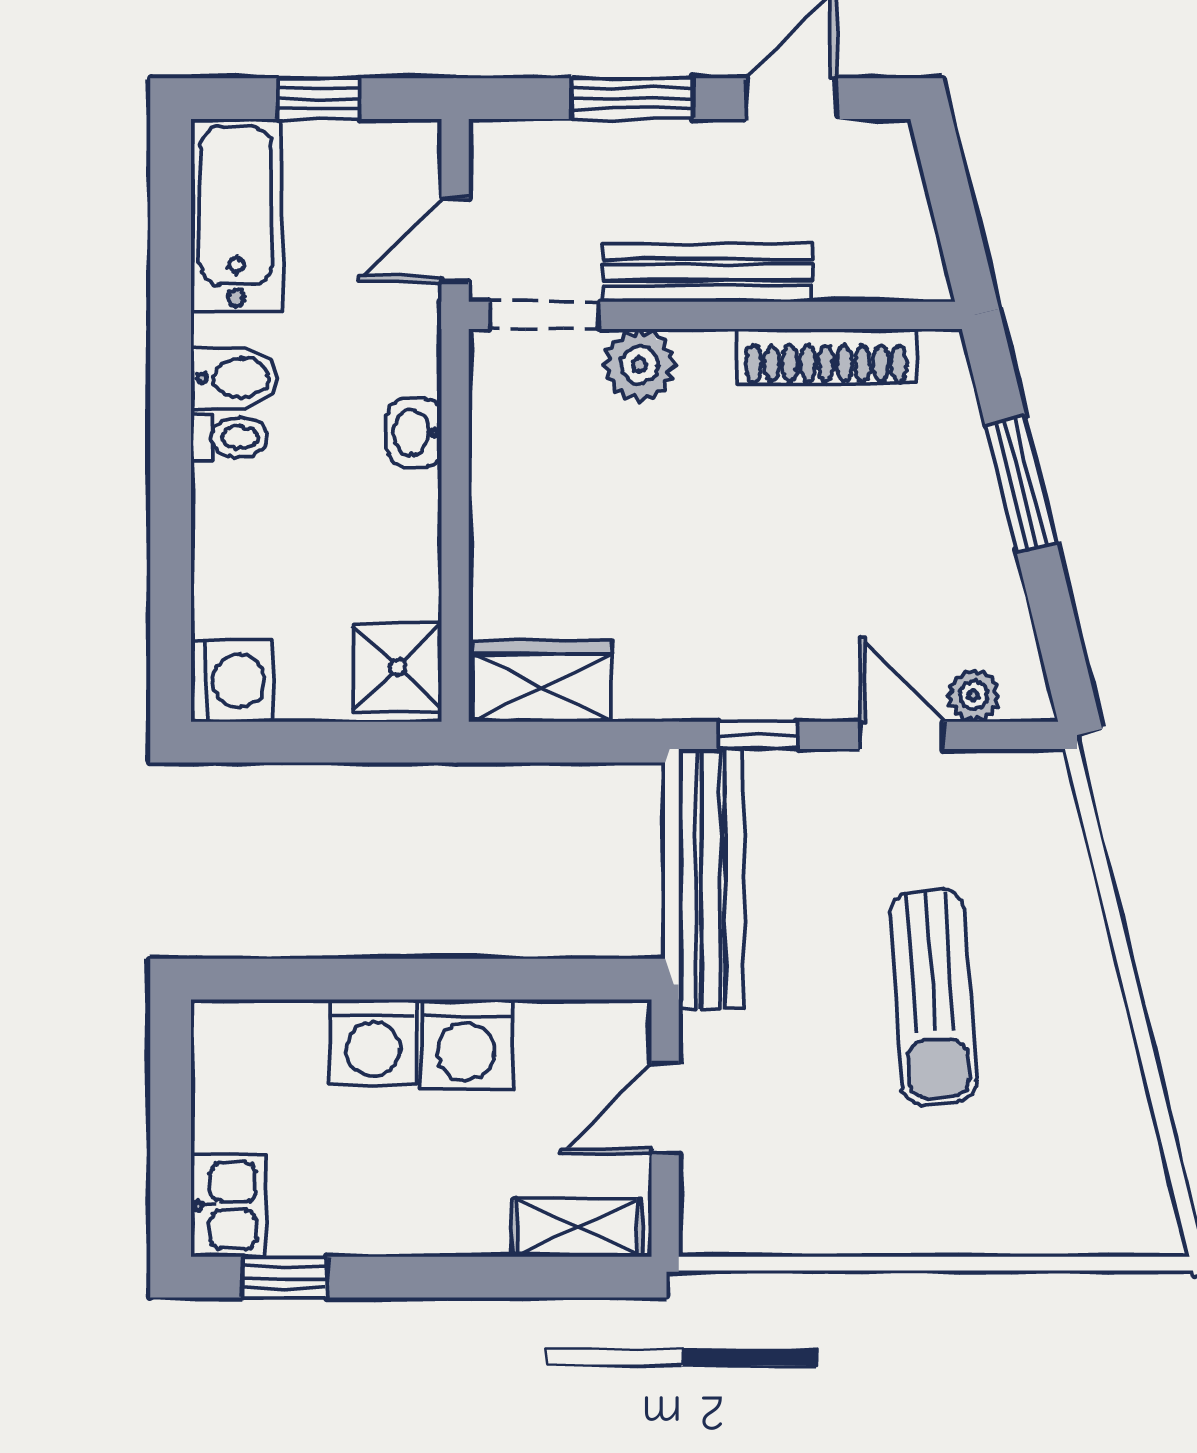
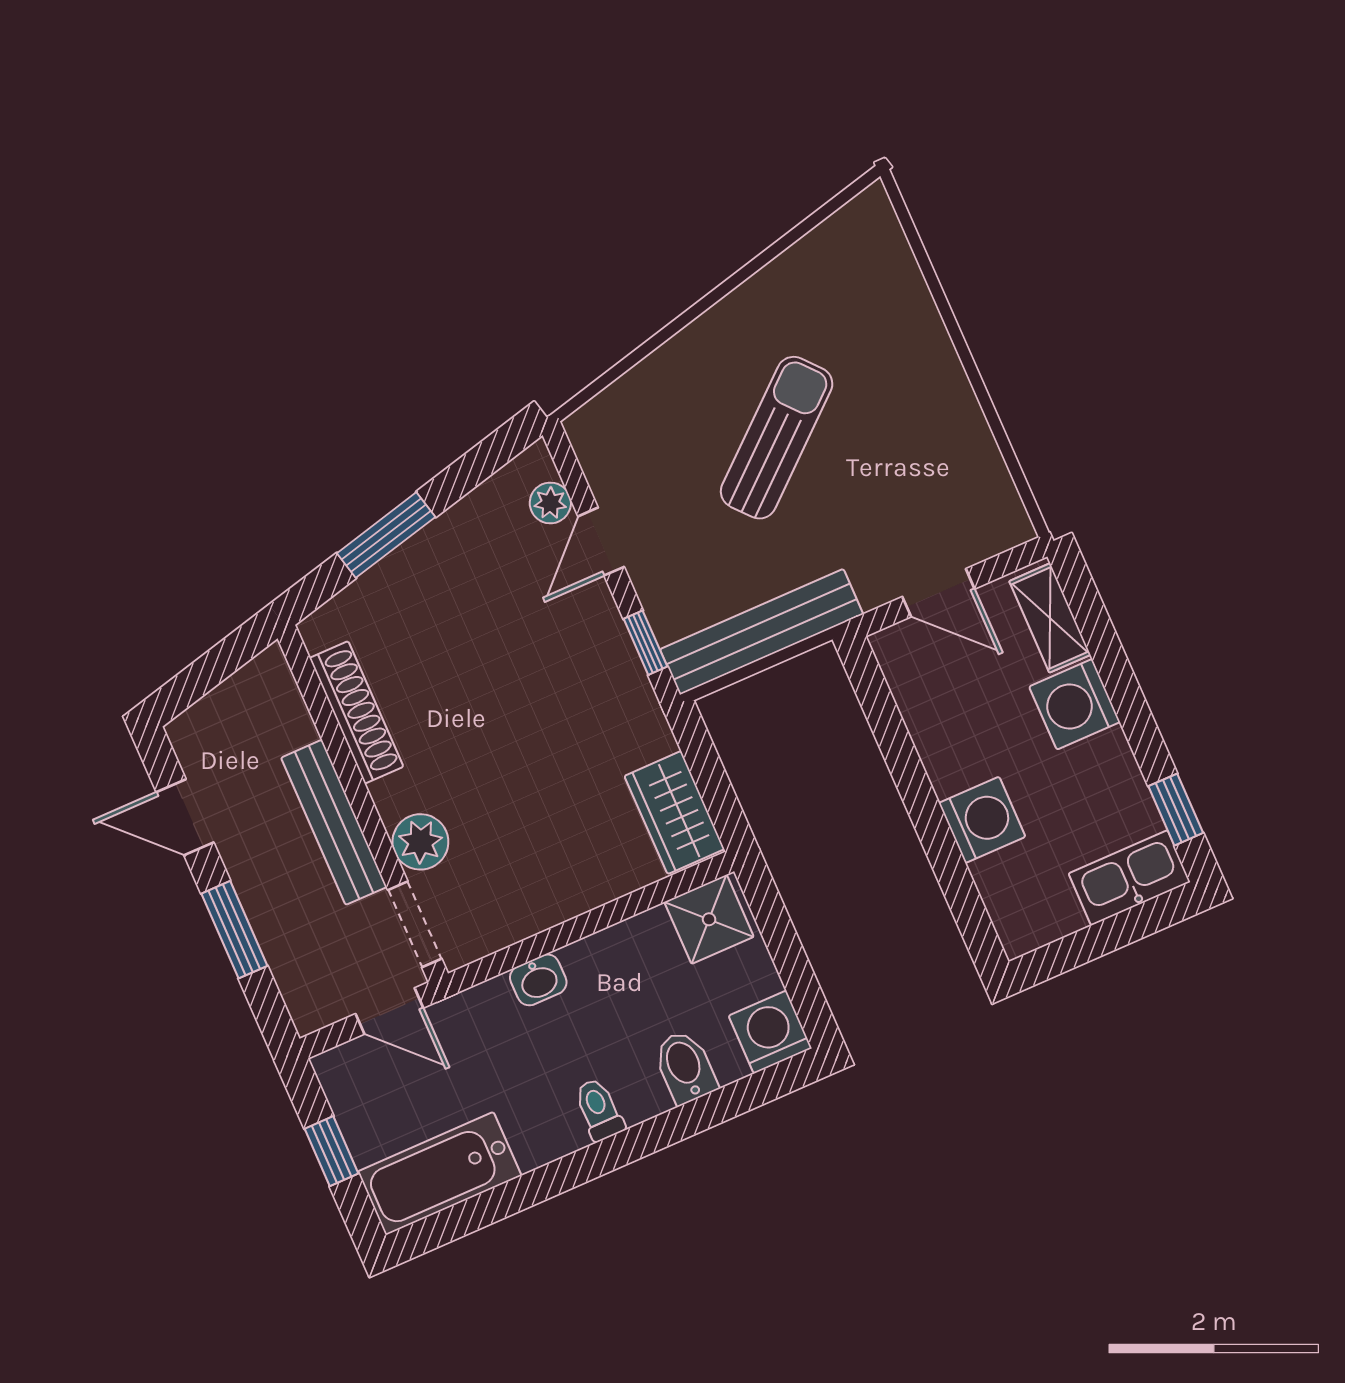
bidet: (235, 378) -> (685, 1067), moved
sun lounger: (933, 997) -> (777, 438), turned -37
washing machine: (466, 1044) -> (1075, 704), moved, turned 180
kitchen sink: (228, 1206) -> (1129, 878), width x1.38

